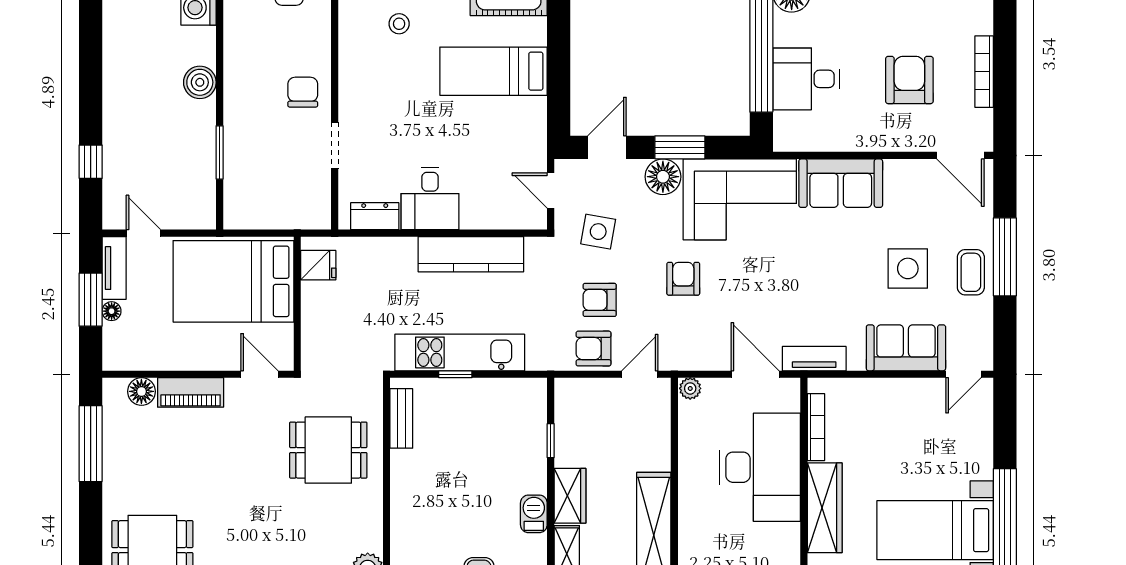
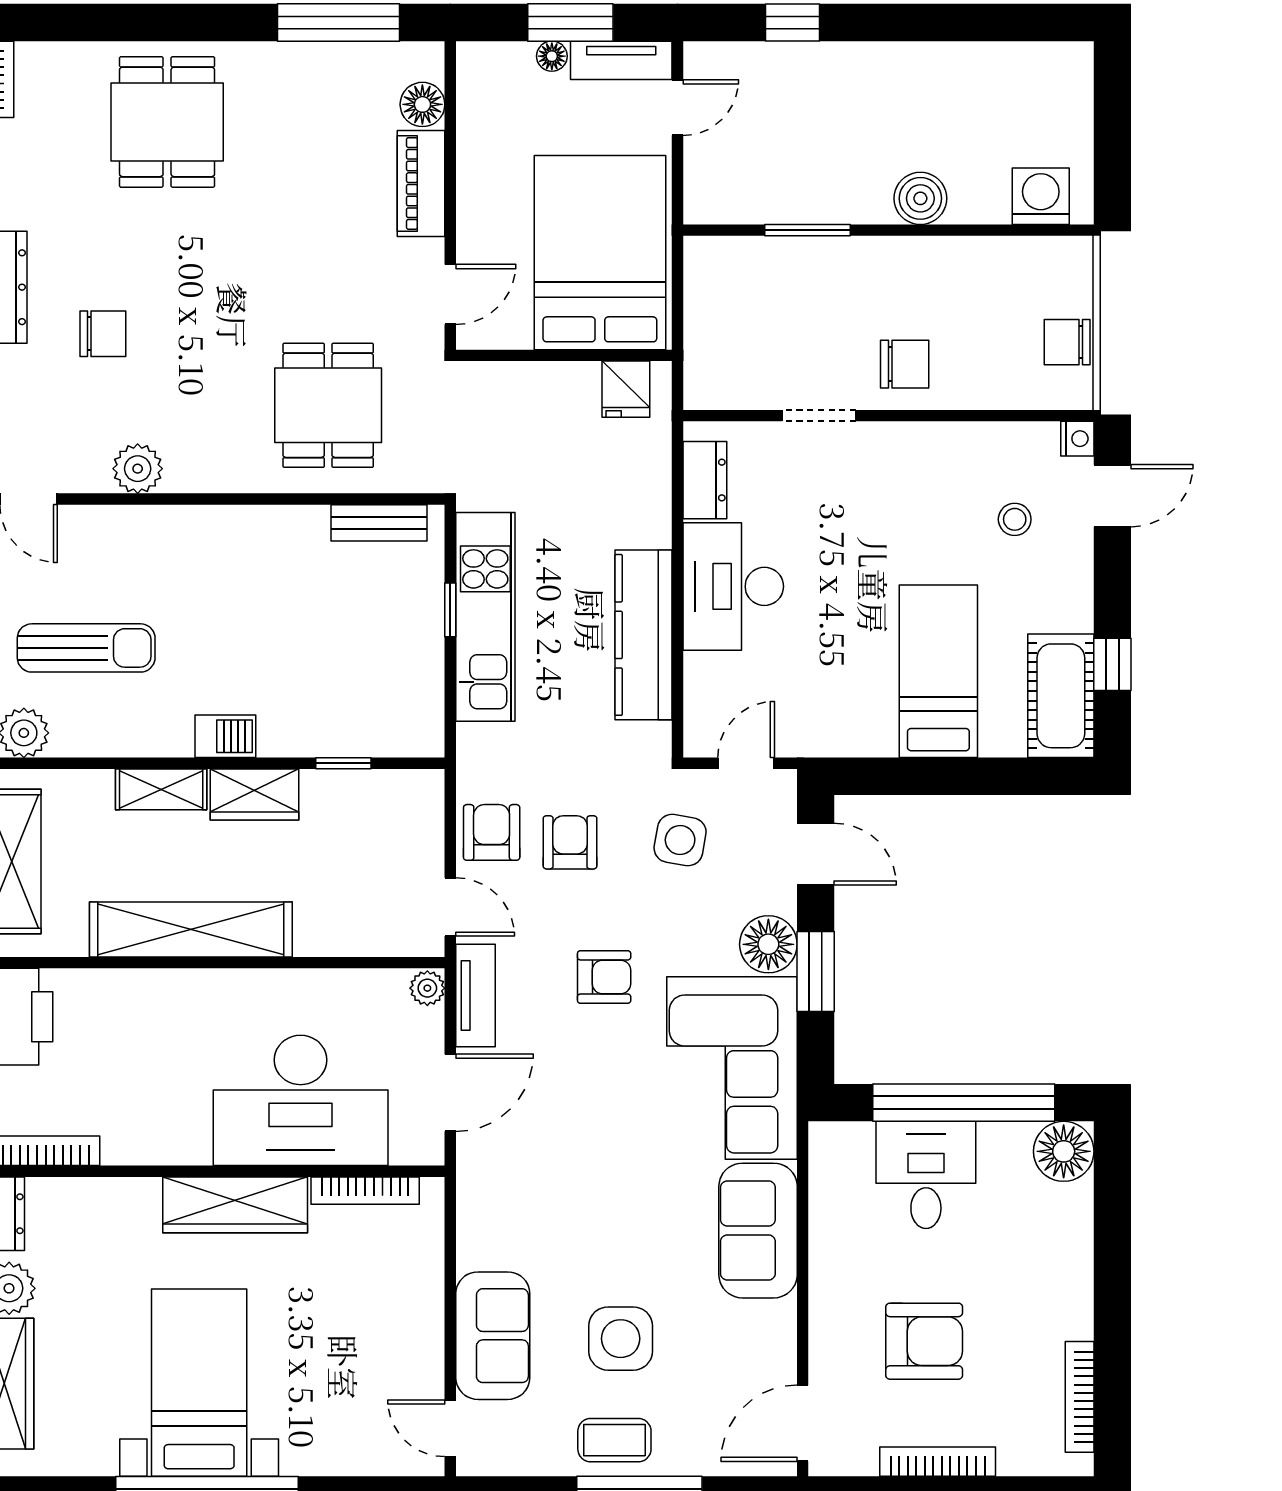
desk: (430, 199) -> (733, 586), width x1.37
tv unit: (814, 359) -> (475, 995), moved

